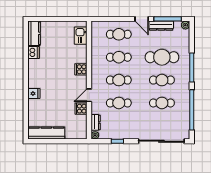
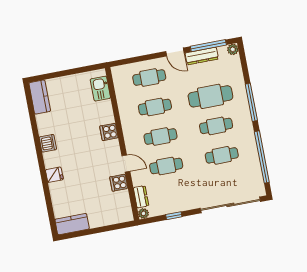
dishwasher: (34, 52) -> (48, 143), moved
door: (89, 95) -> (126, 163), swing flipped
kitchen counter: (46, 133) -> (72, 224), width x0.67

